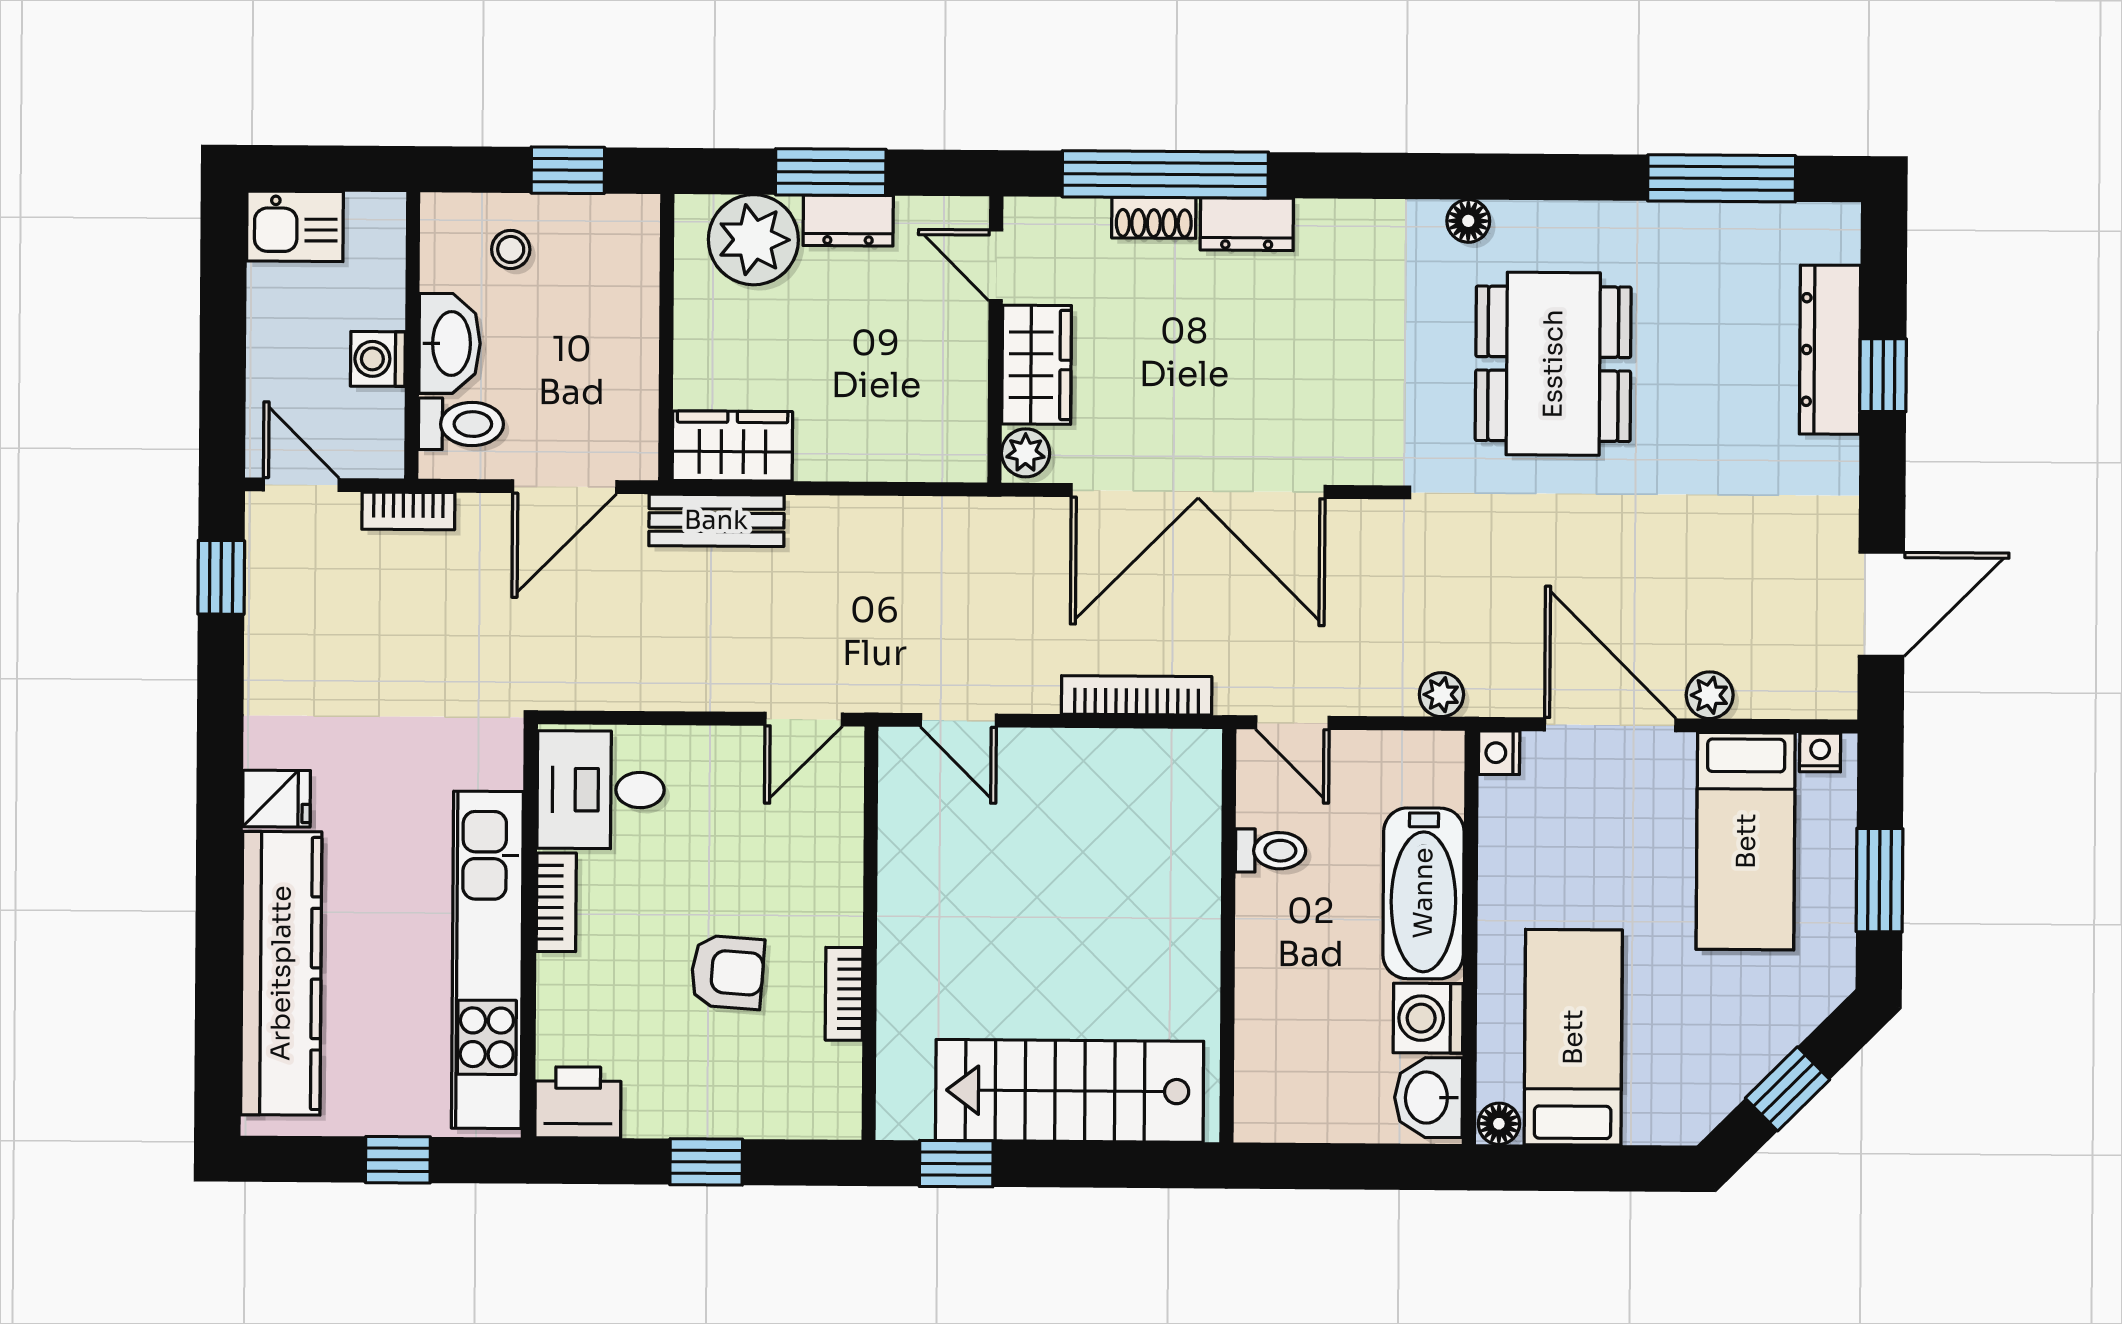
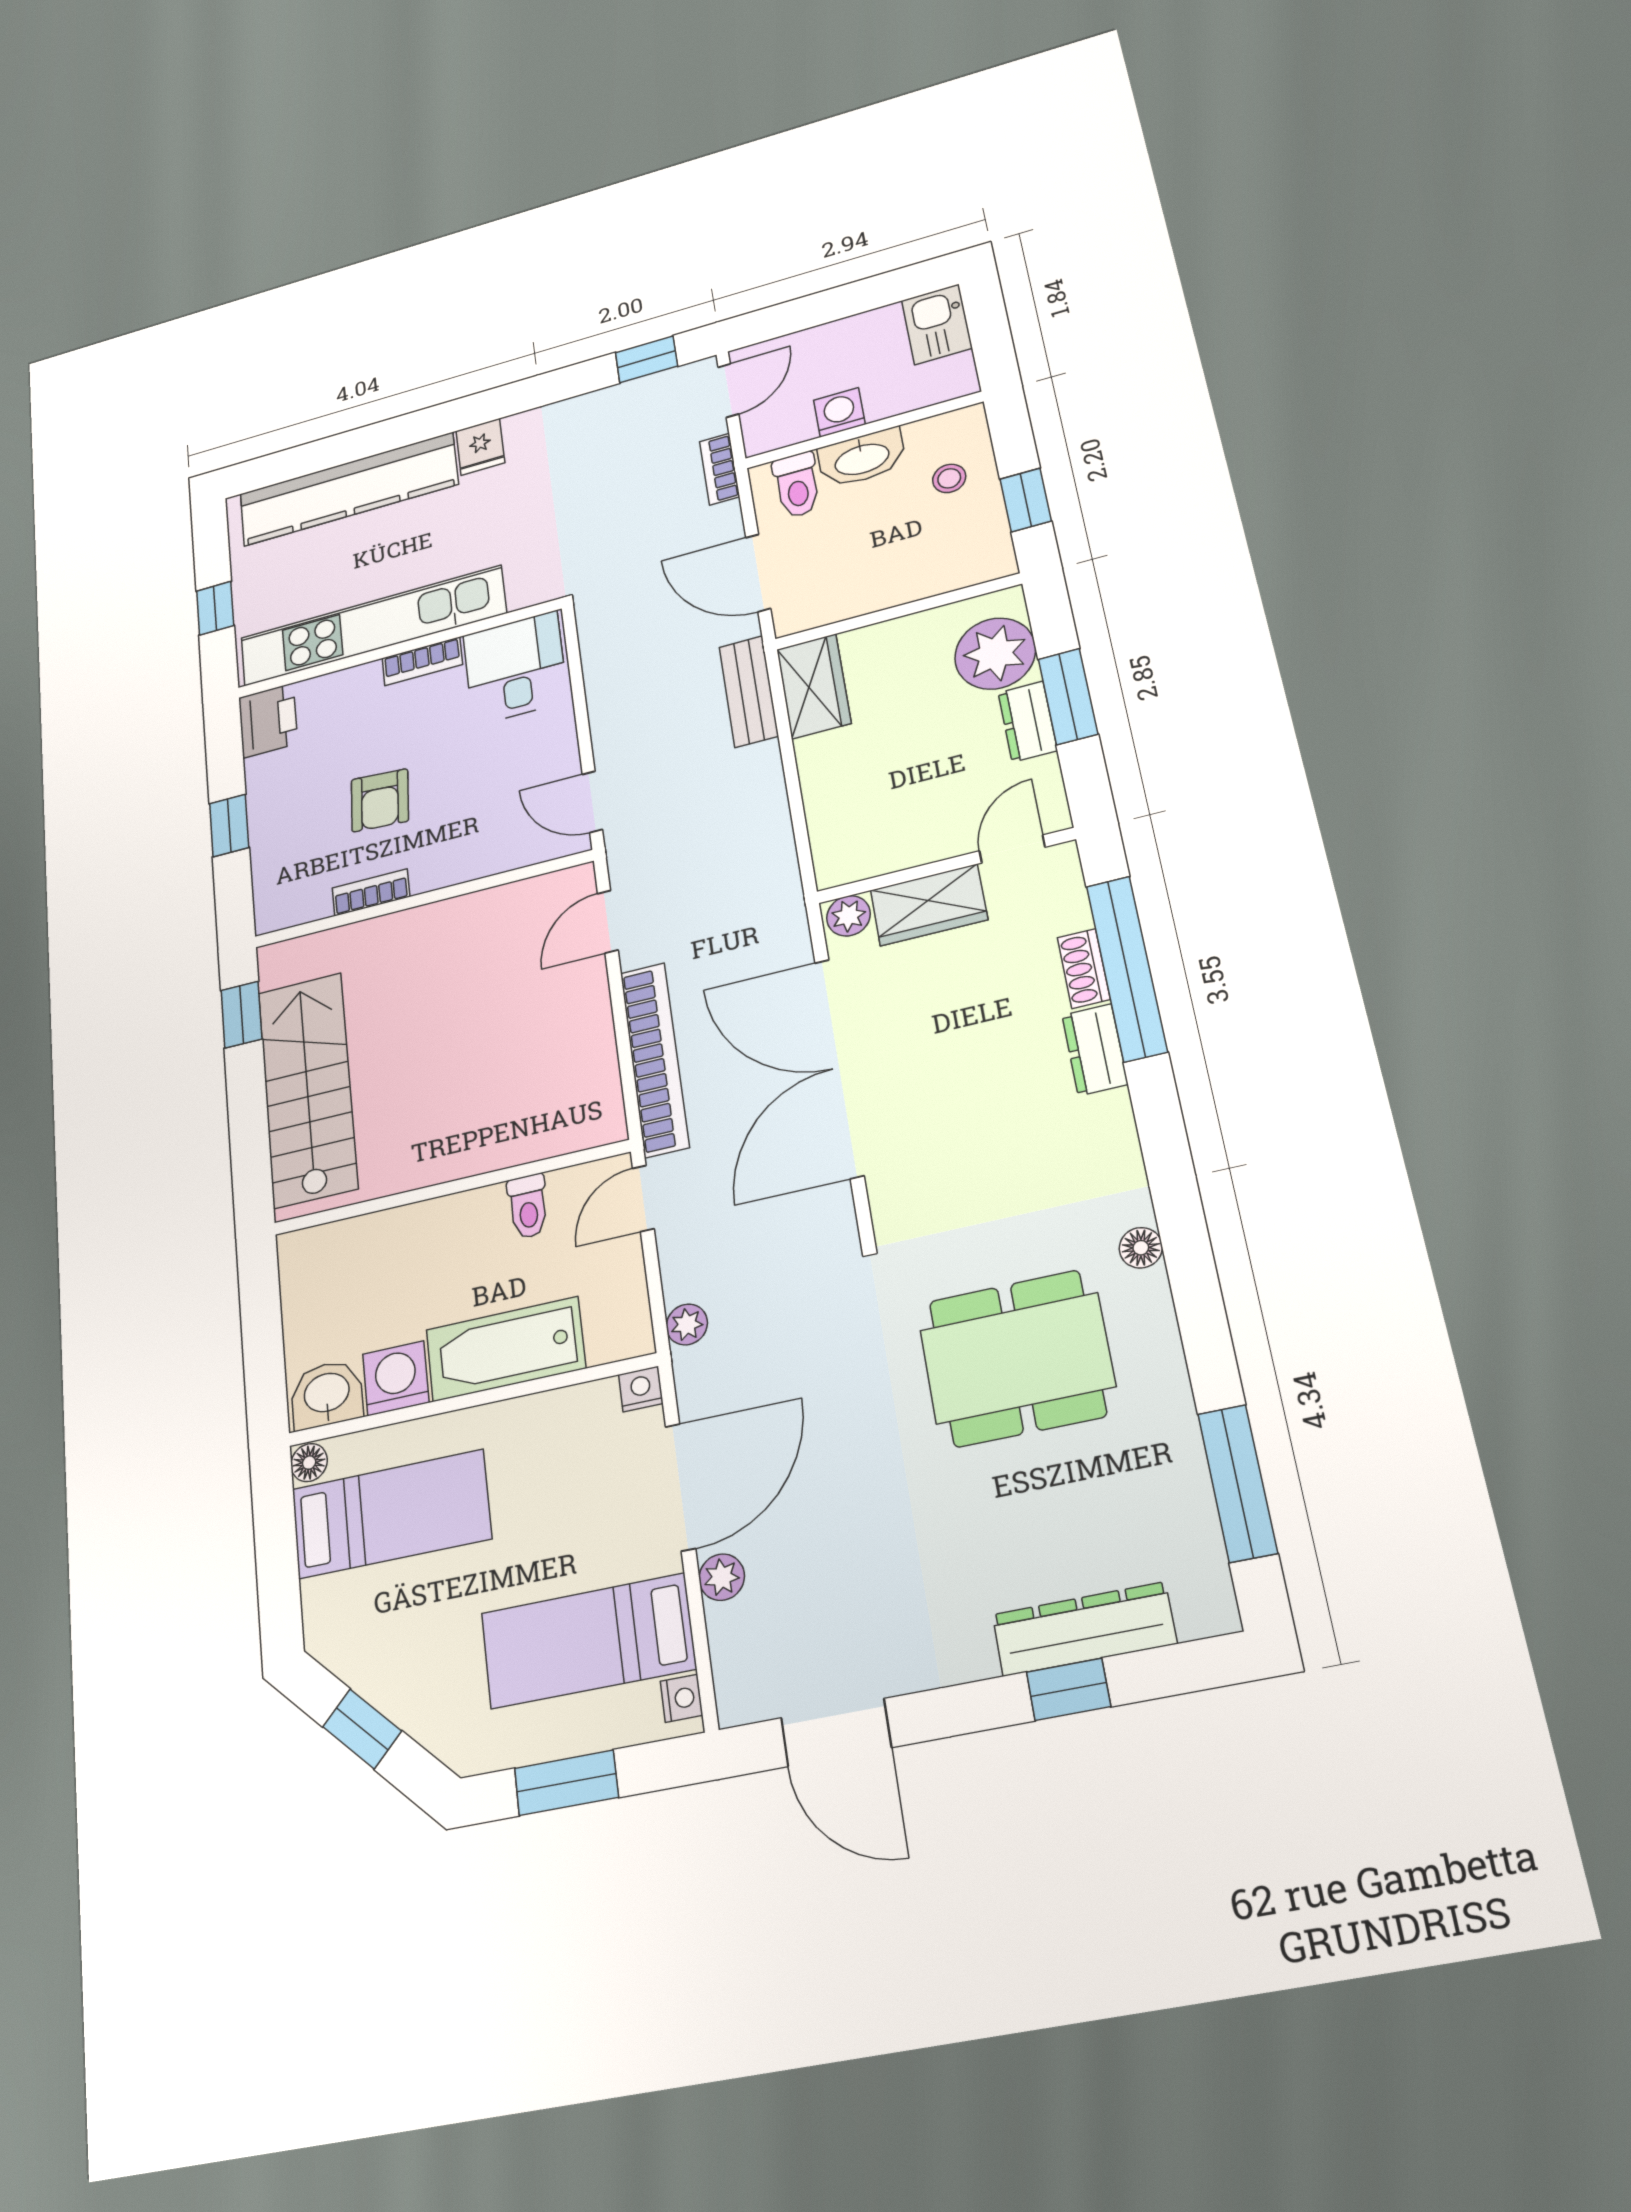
bookcase: (1137, 695) -> (654, 1059), width x1.48, depth x1.31

